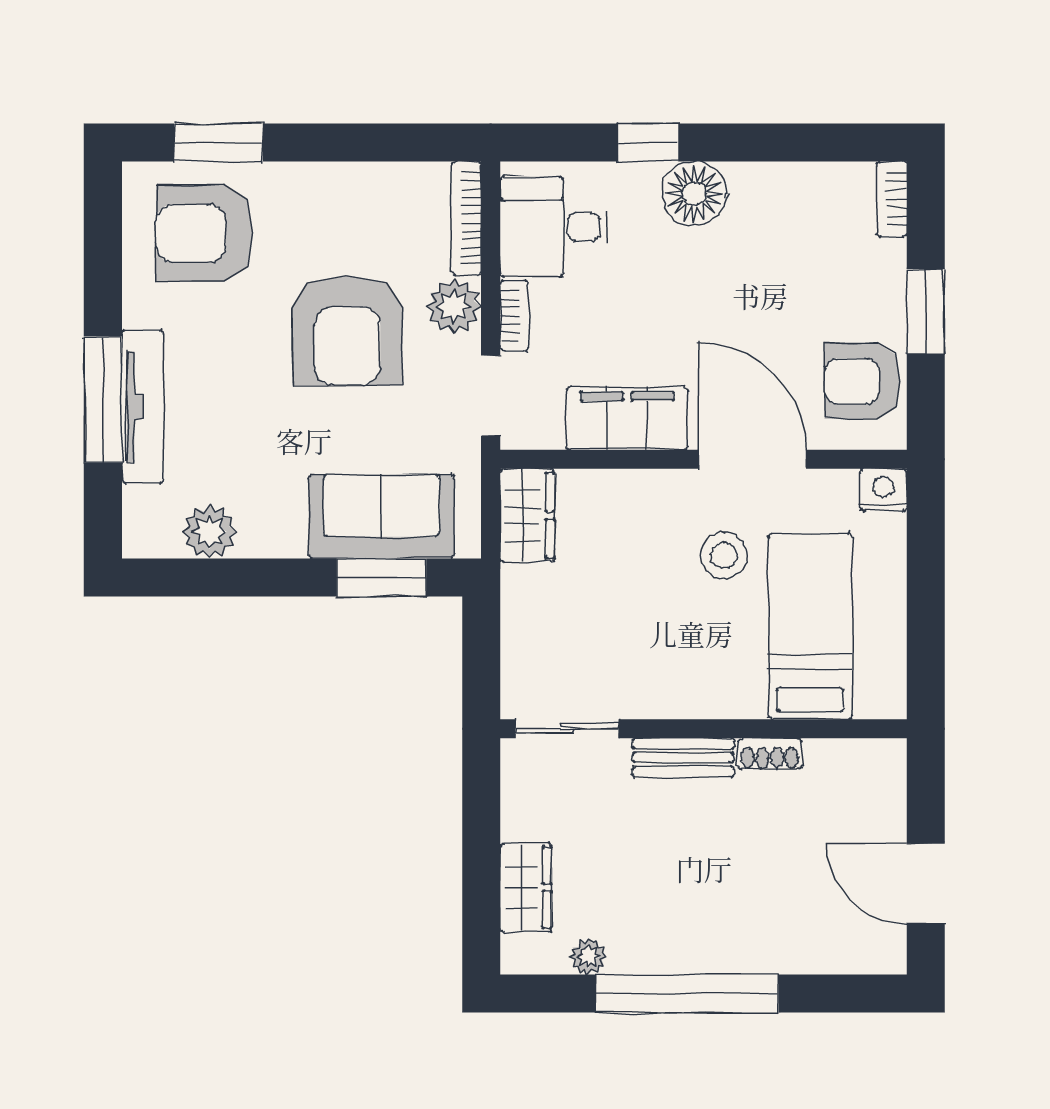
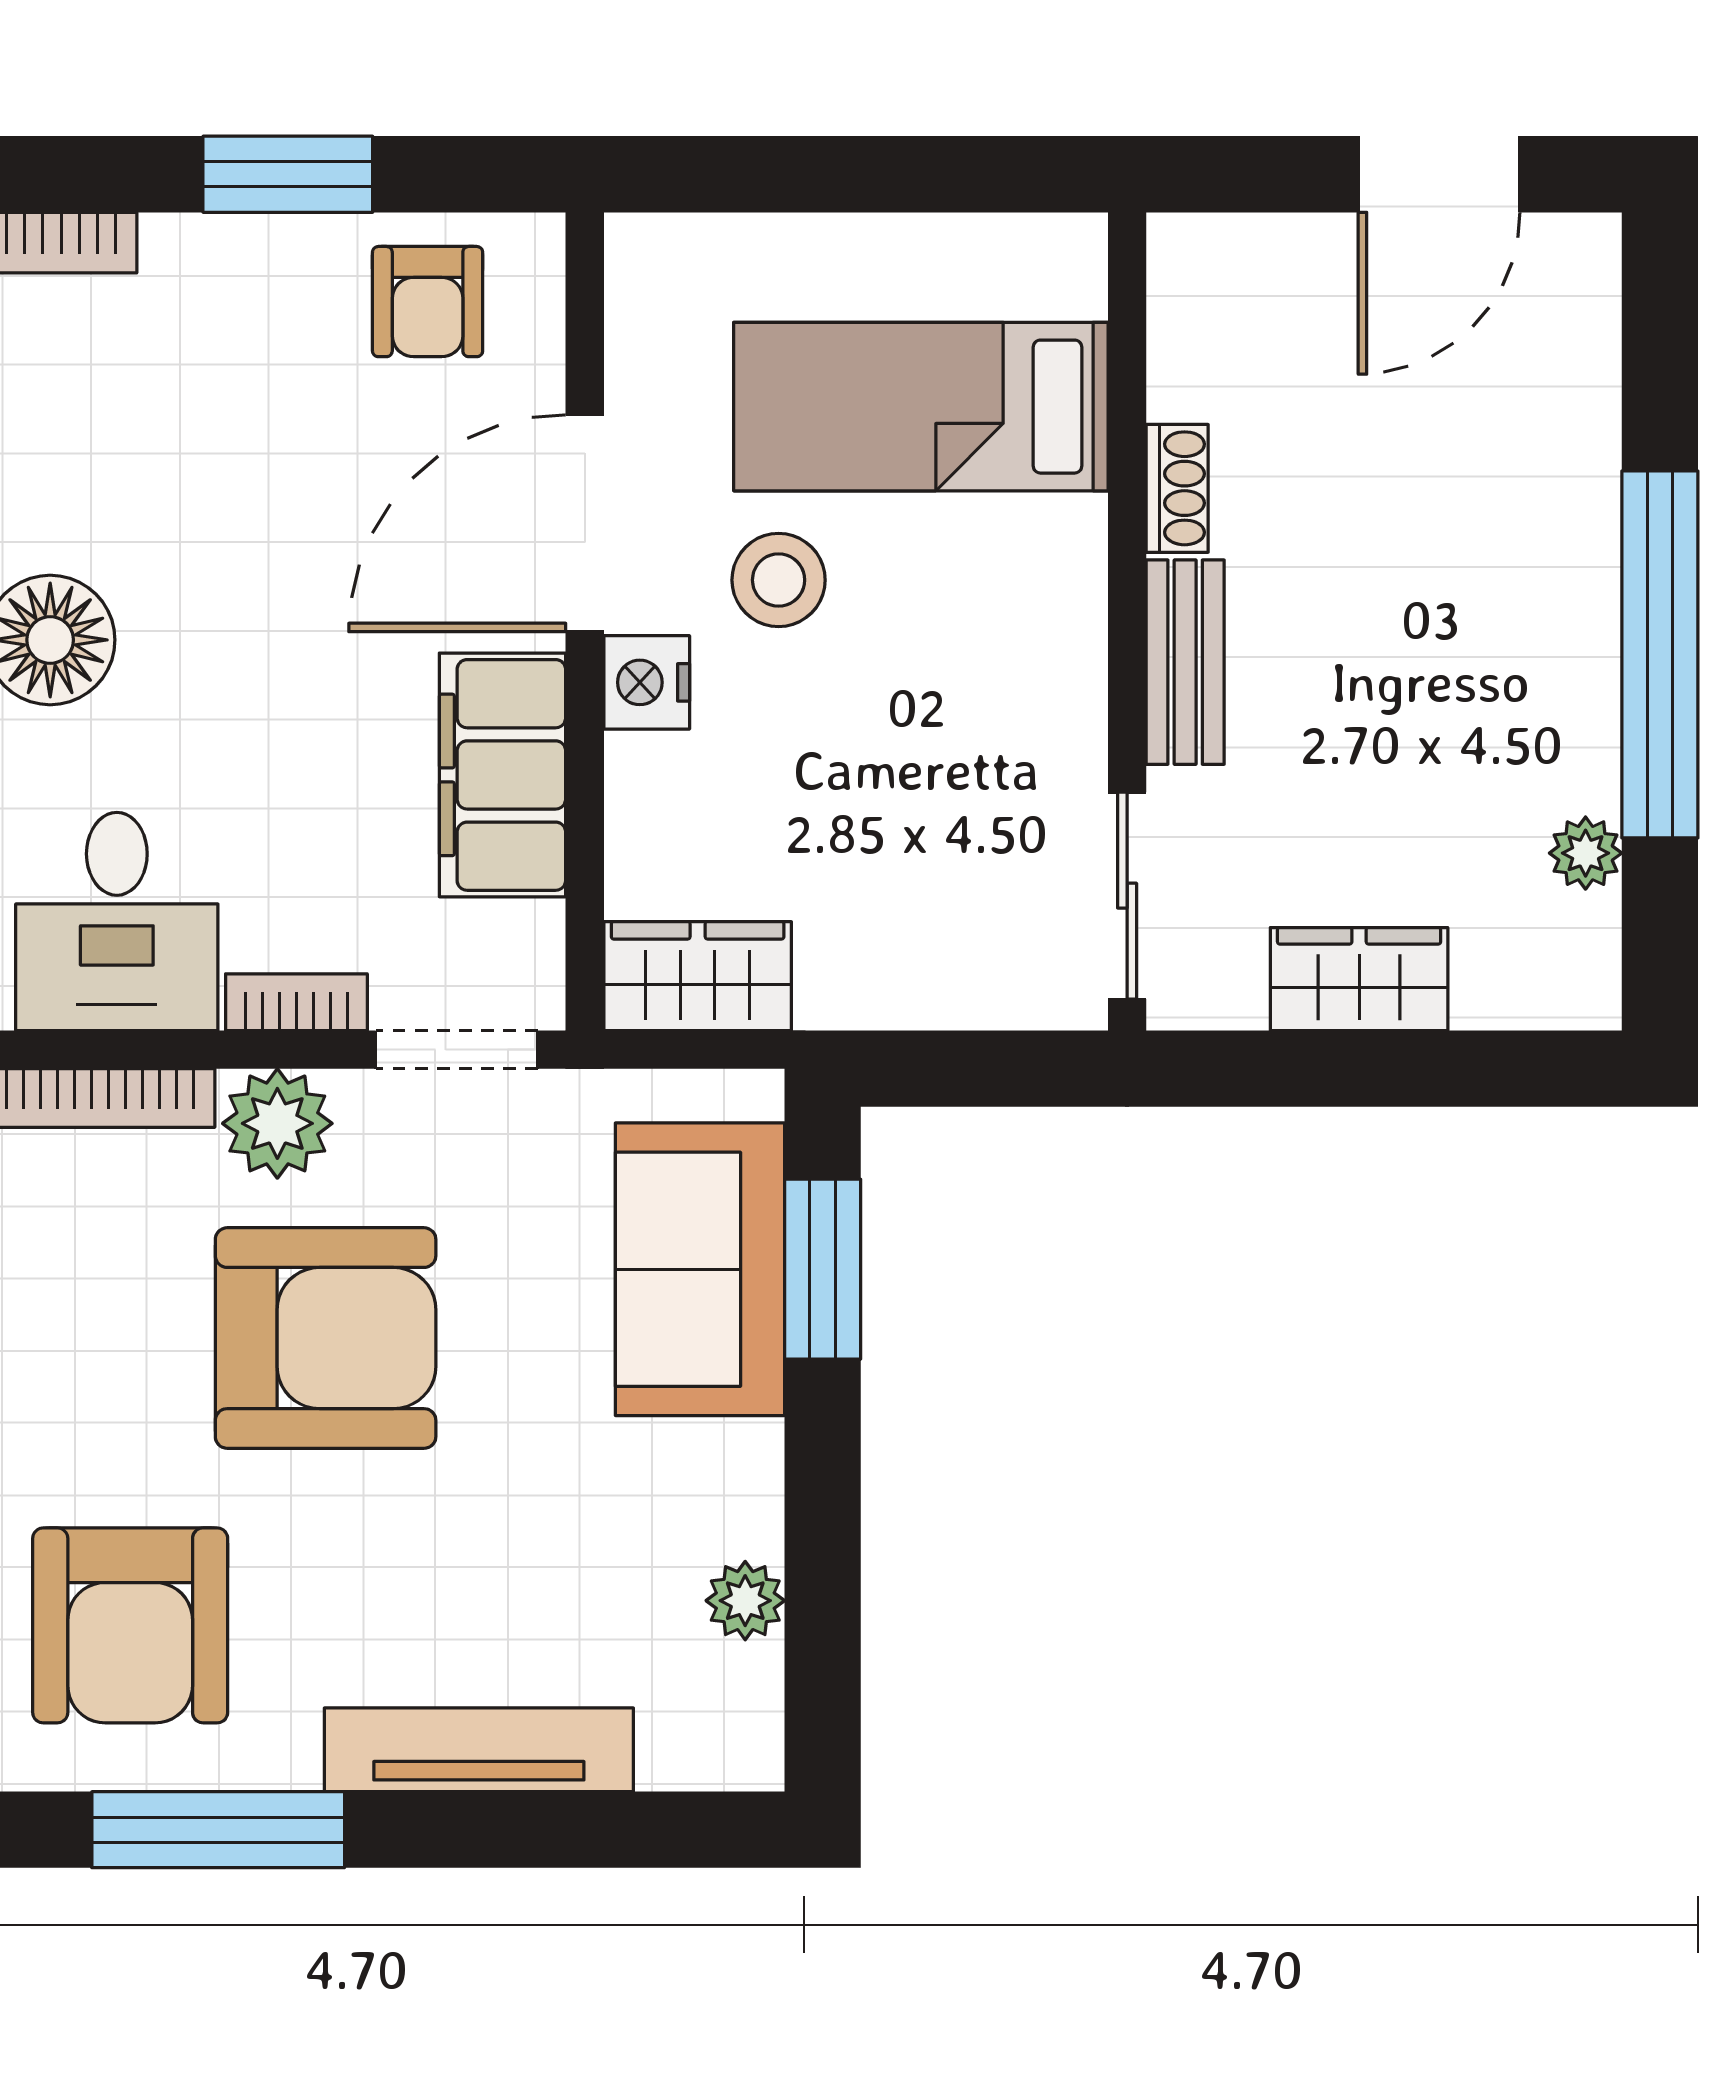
armchair: (862, 381) -> (428, 302), width x0.72, depth x0.72
window: (103, 400) -> (218, 1830), moved
nightstand: (884, 490) -> (647, 682), moved
plant: (209, 532) -> (745, 1601), width x0.73, depth x0.73
wardrobe: (526, 888) -> (1359, 979), moved

